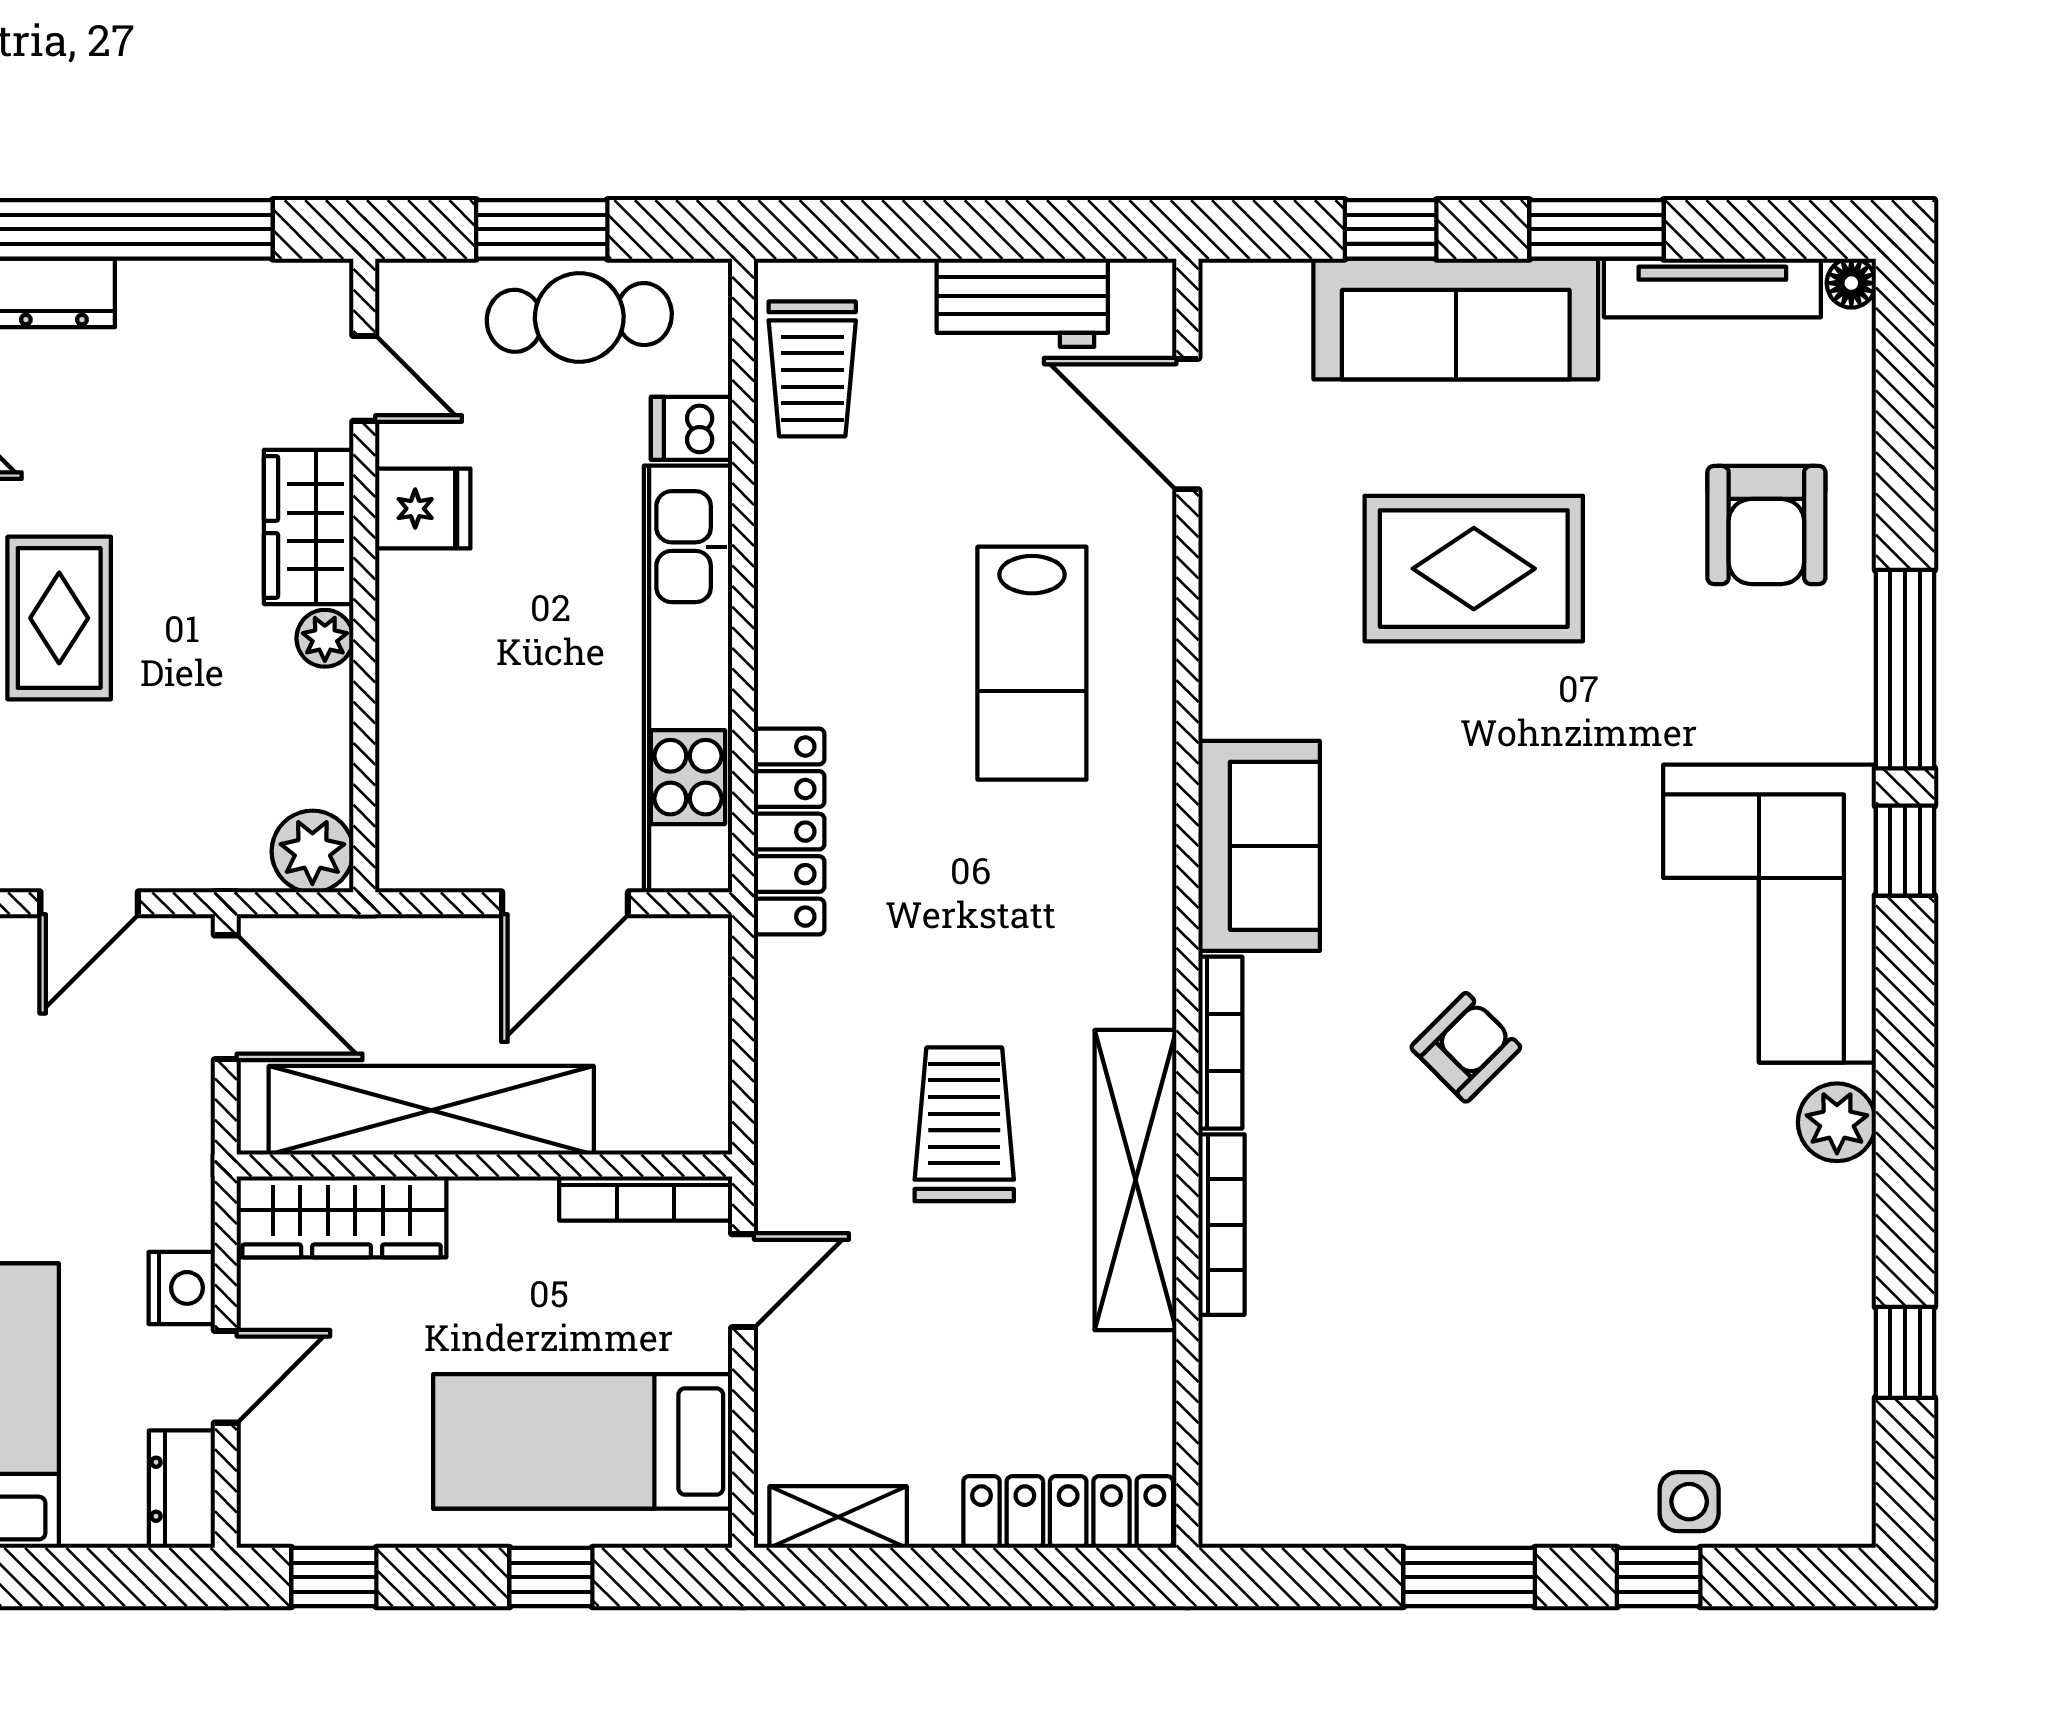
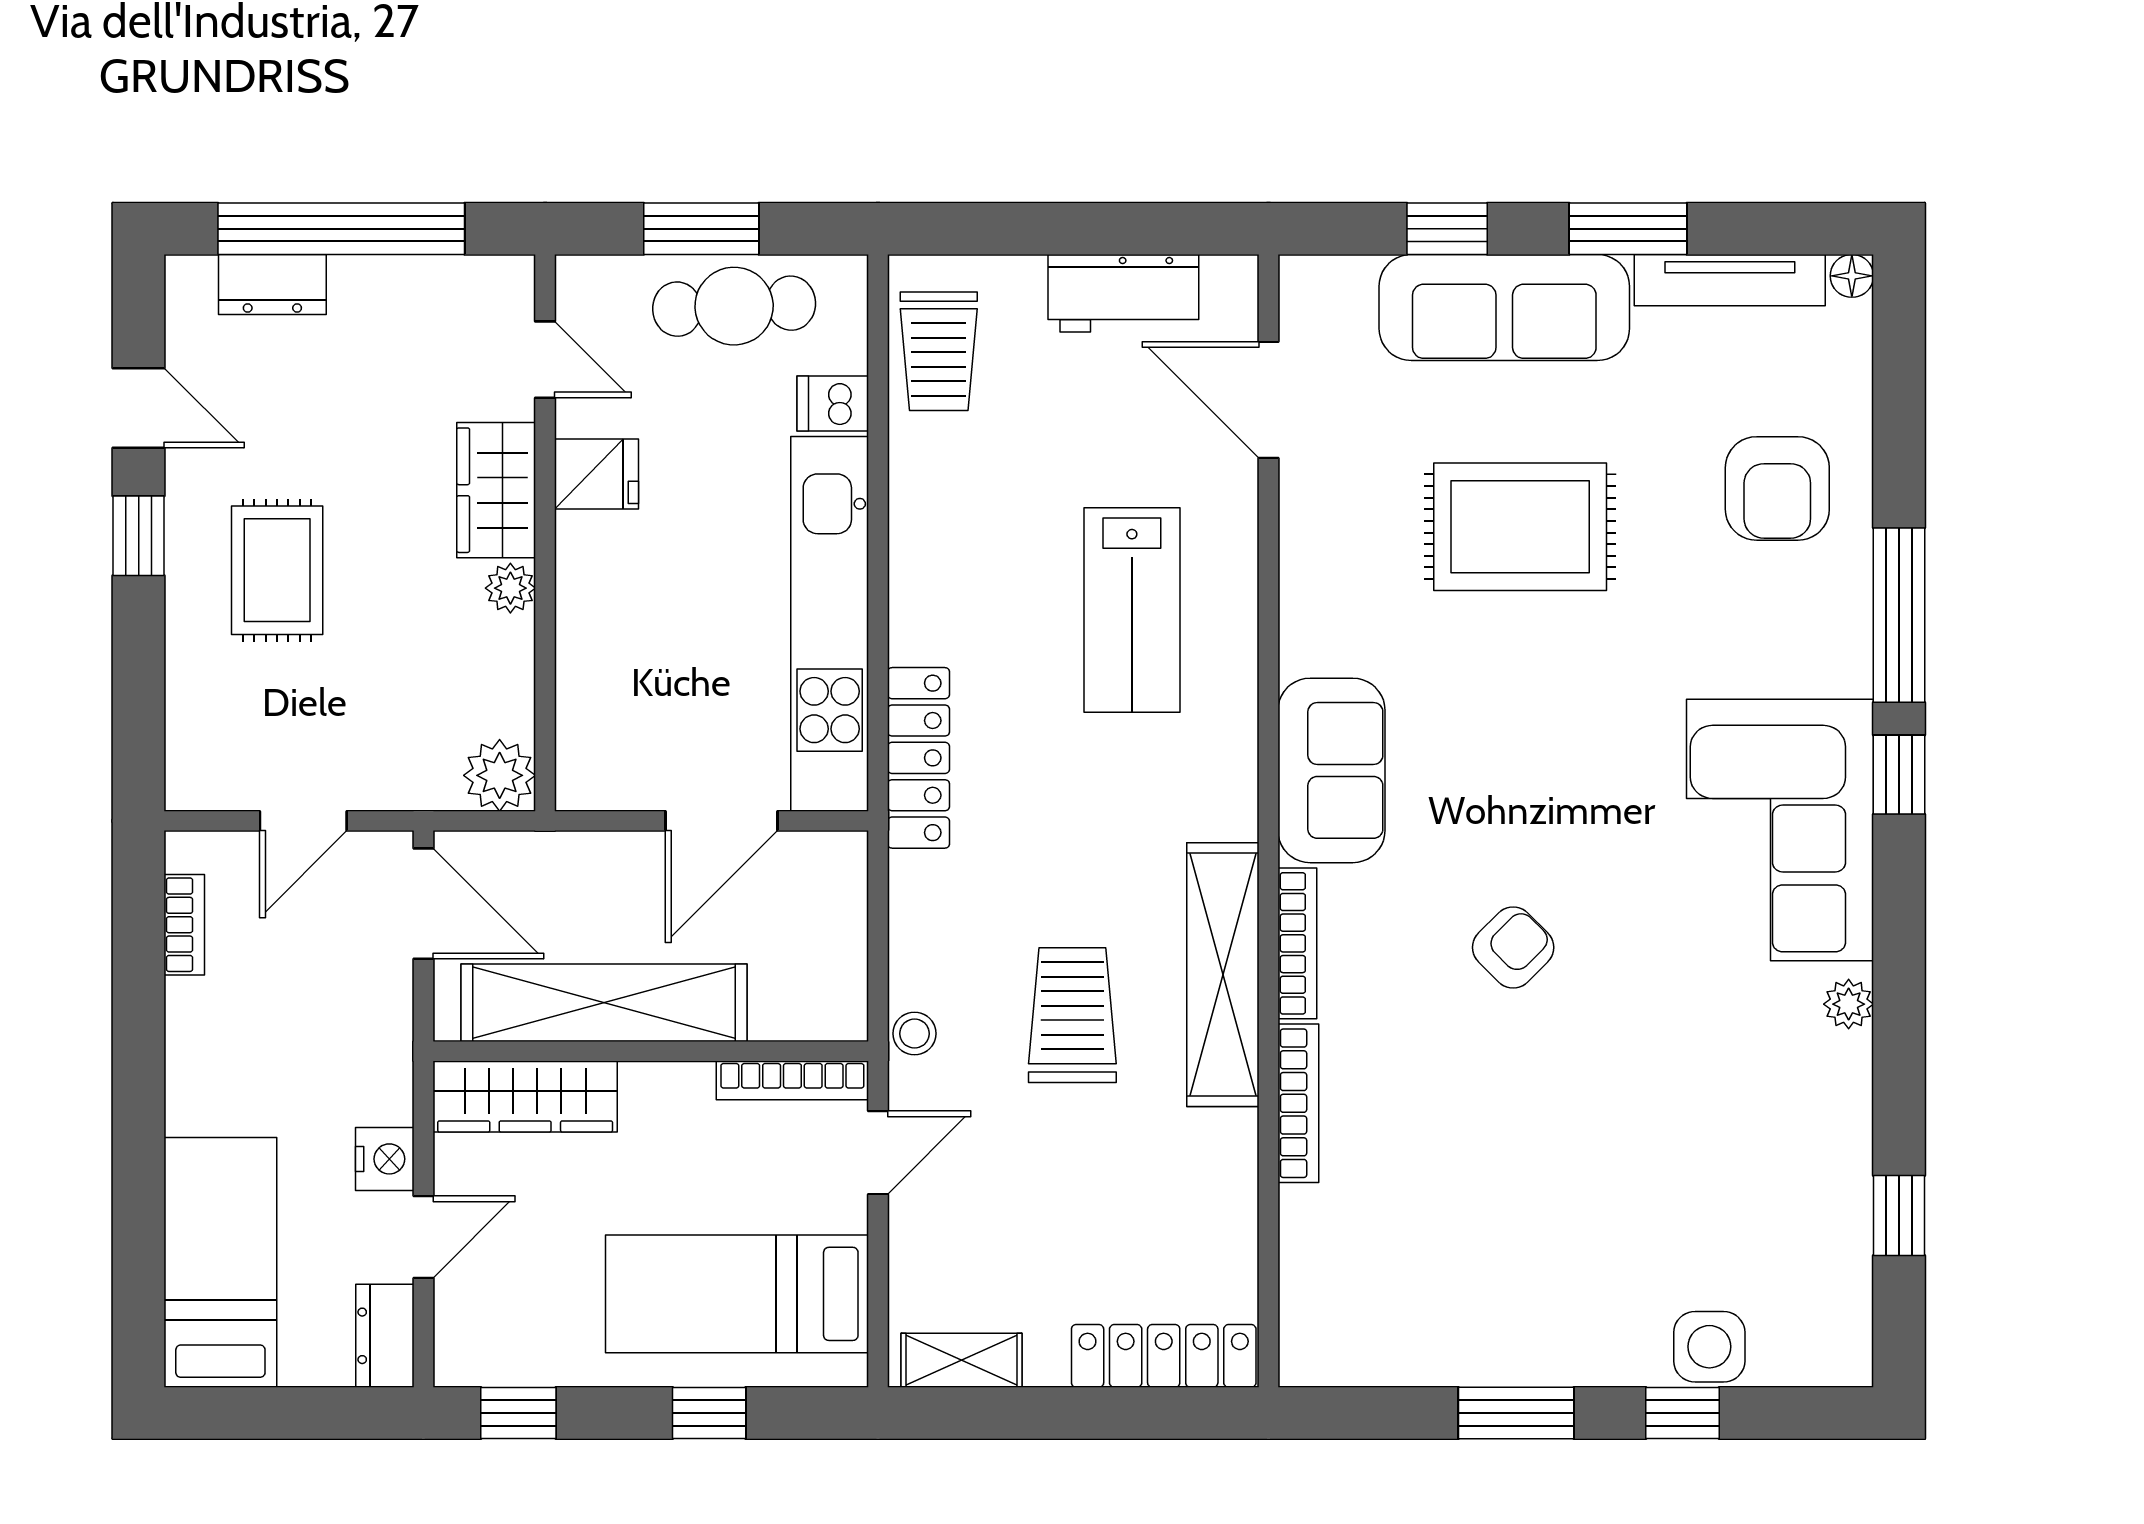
plant: (1837, 1122) -> (1849, 1004), width x0.73, depth x0.73
stool: (785, 1145) -> (915, 1034), added
shelving: (1136, 1180) -> (1223, 975), moved
side table: (1689, 1502) -> (1709, 1347), width x1.37, depth x1.37

